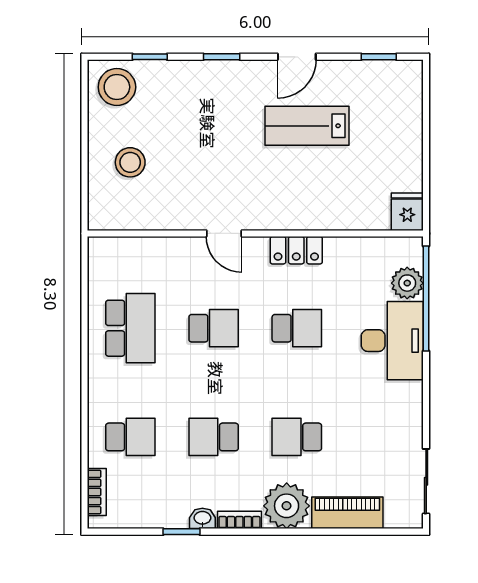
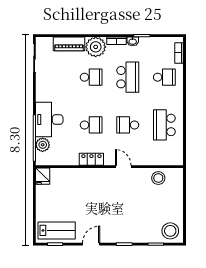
lab bench: (307, 126) -> (57, 230), moved
stool: (130, 162) -> (158, 178), moved
school desk: (297, 328) -> (91, 125), turned 180
school desk: (130, 437) -> (164, 77), turned 180
school desk: (214, 437) -> (128, 77), width x1.85

